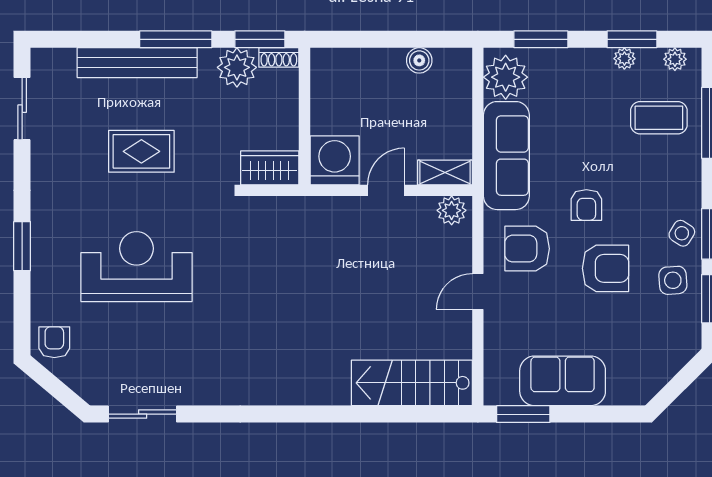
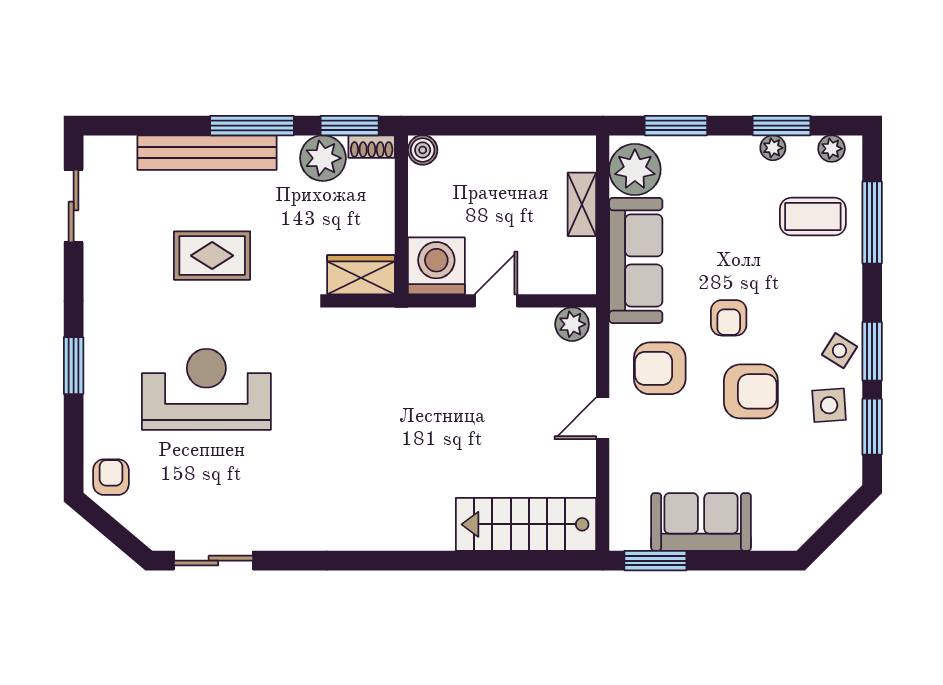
boiler: (419, 60) -> (423, 150), moved
shelving: (445, 172) -> (582, 204), moved, turned 90

